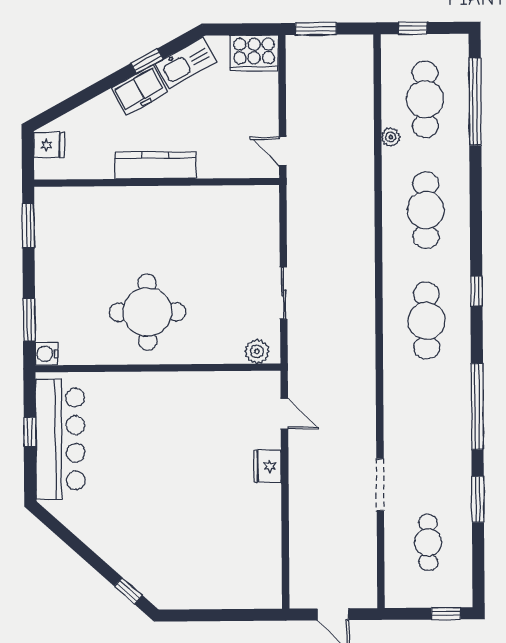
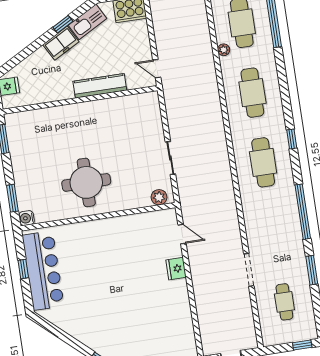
kitchen counter: (155, 165) -> (100, 86), moved

